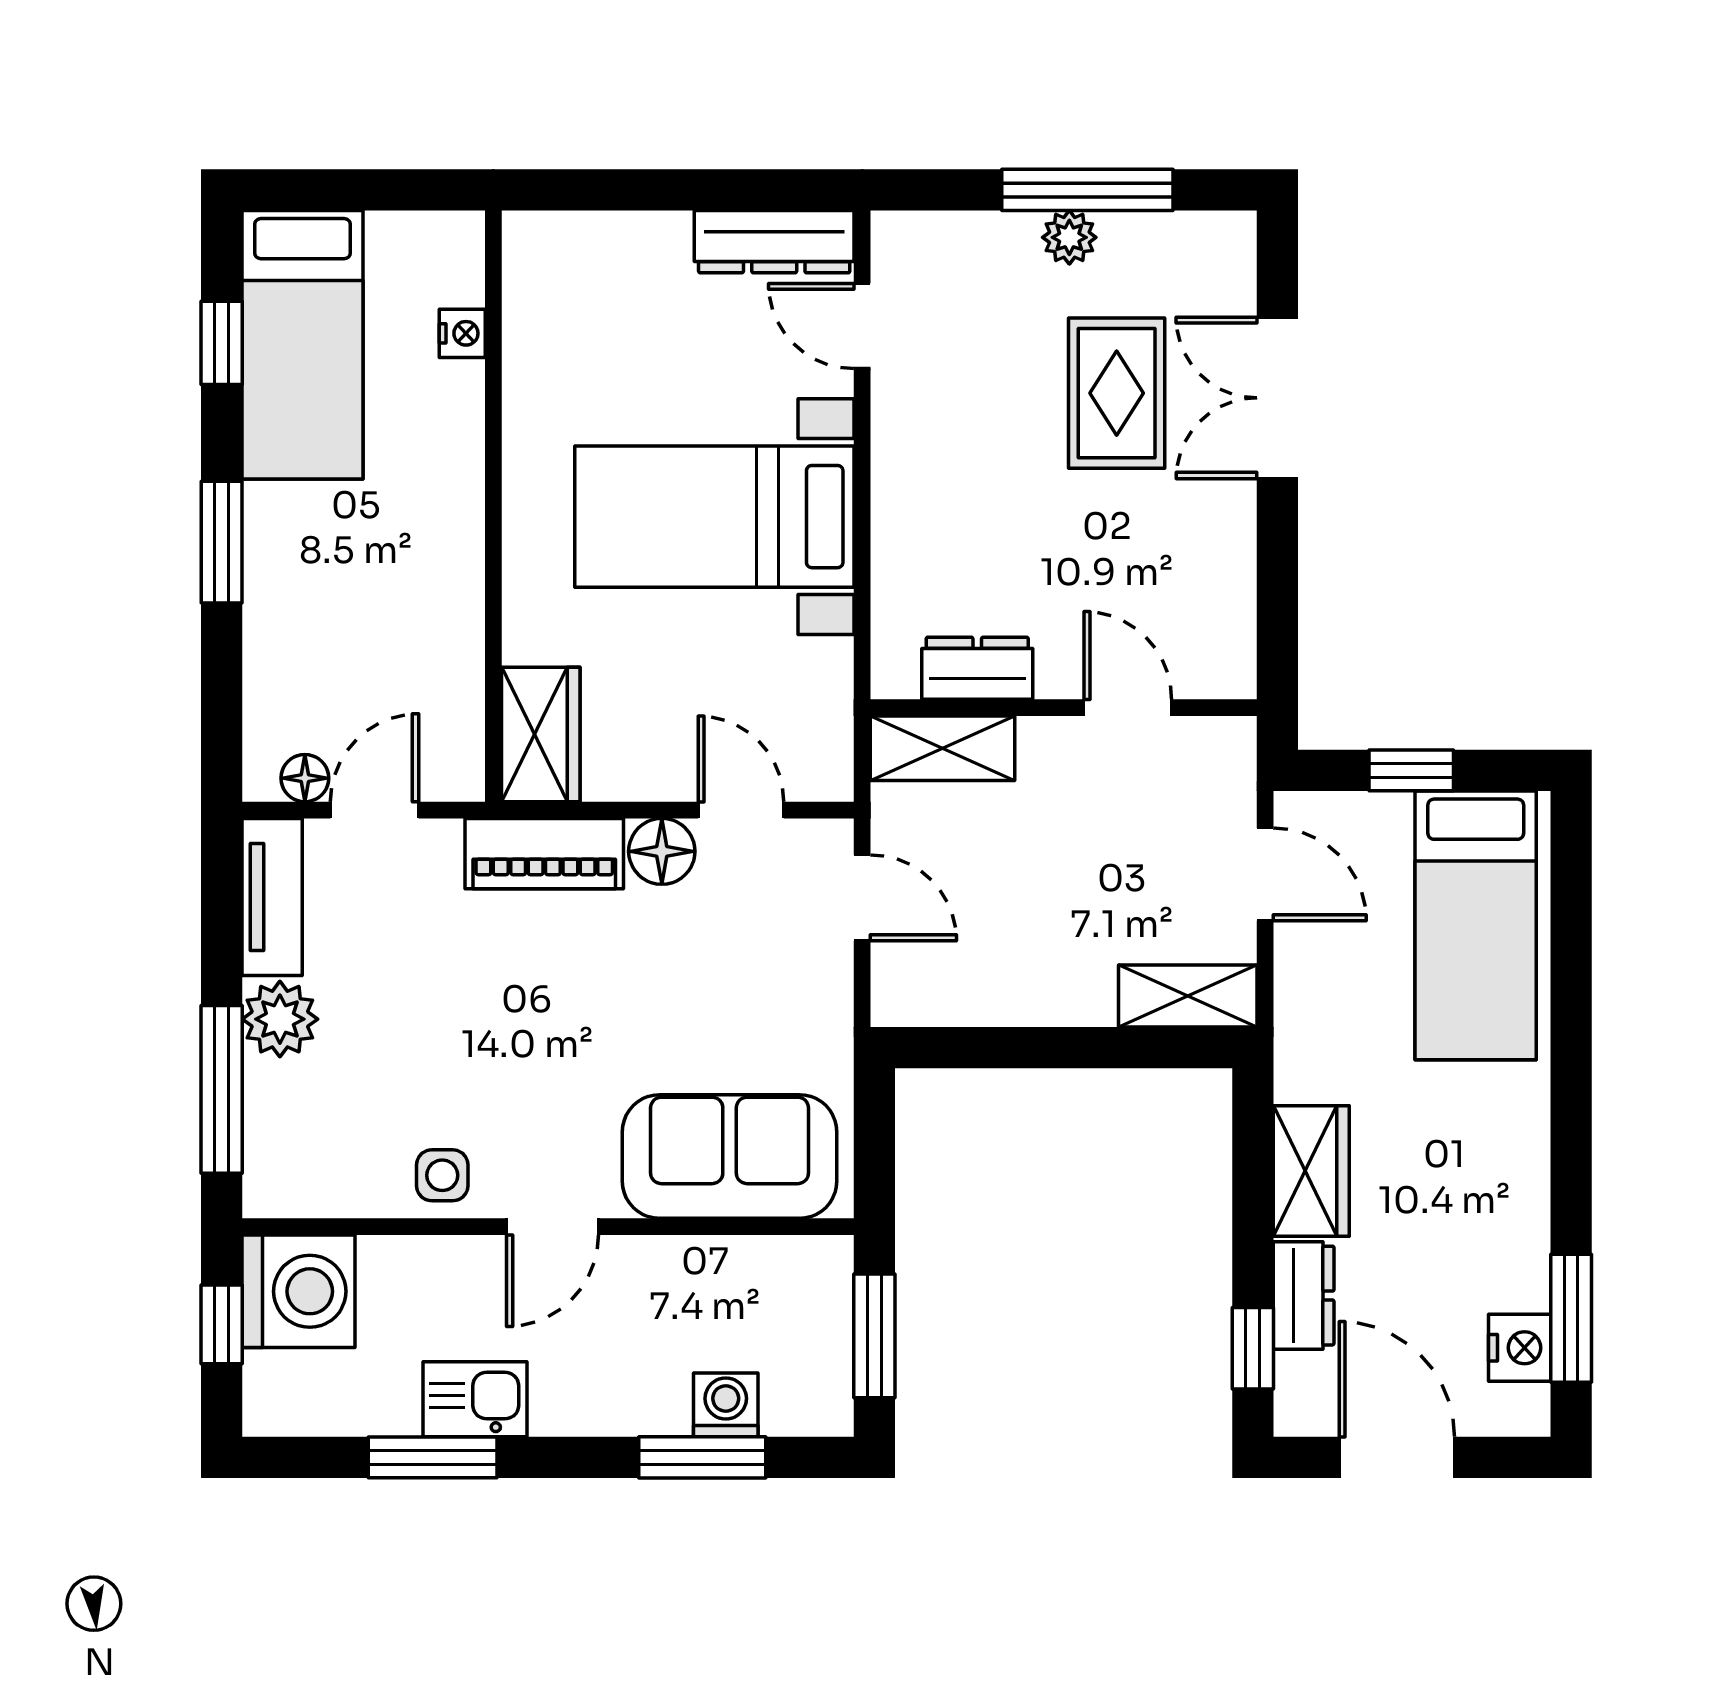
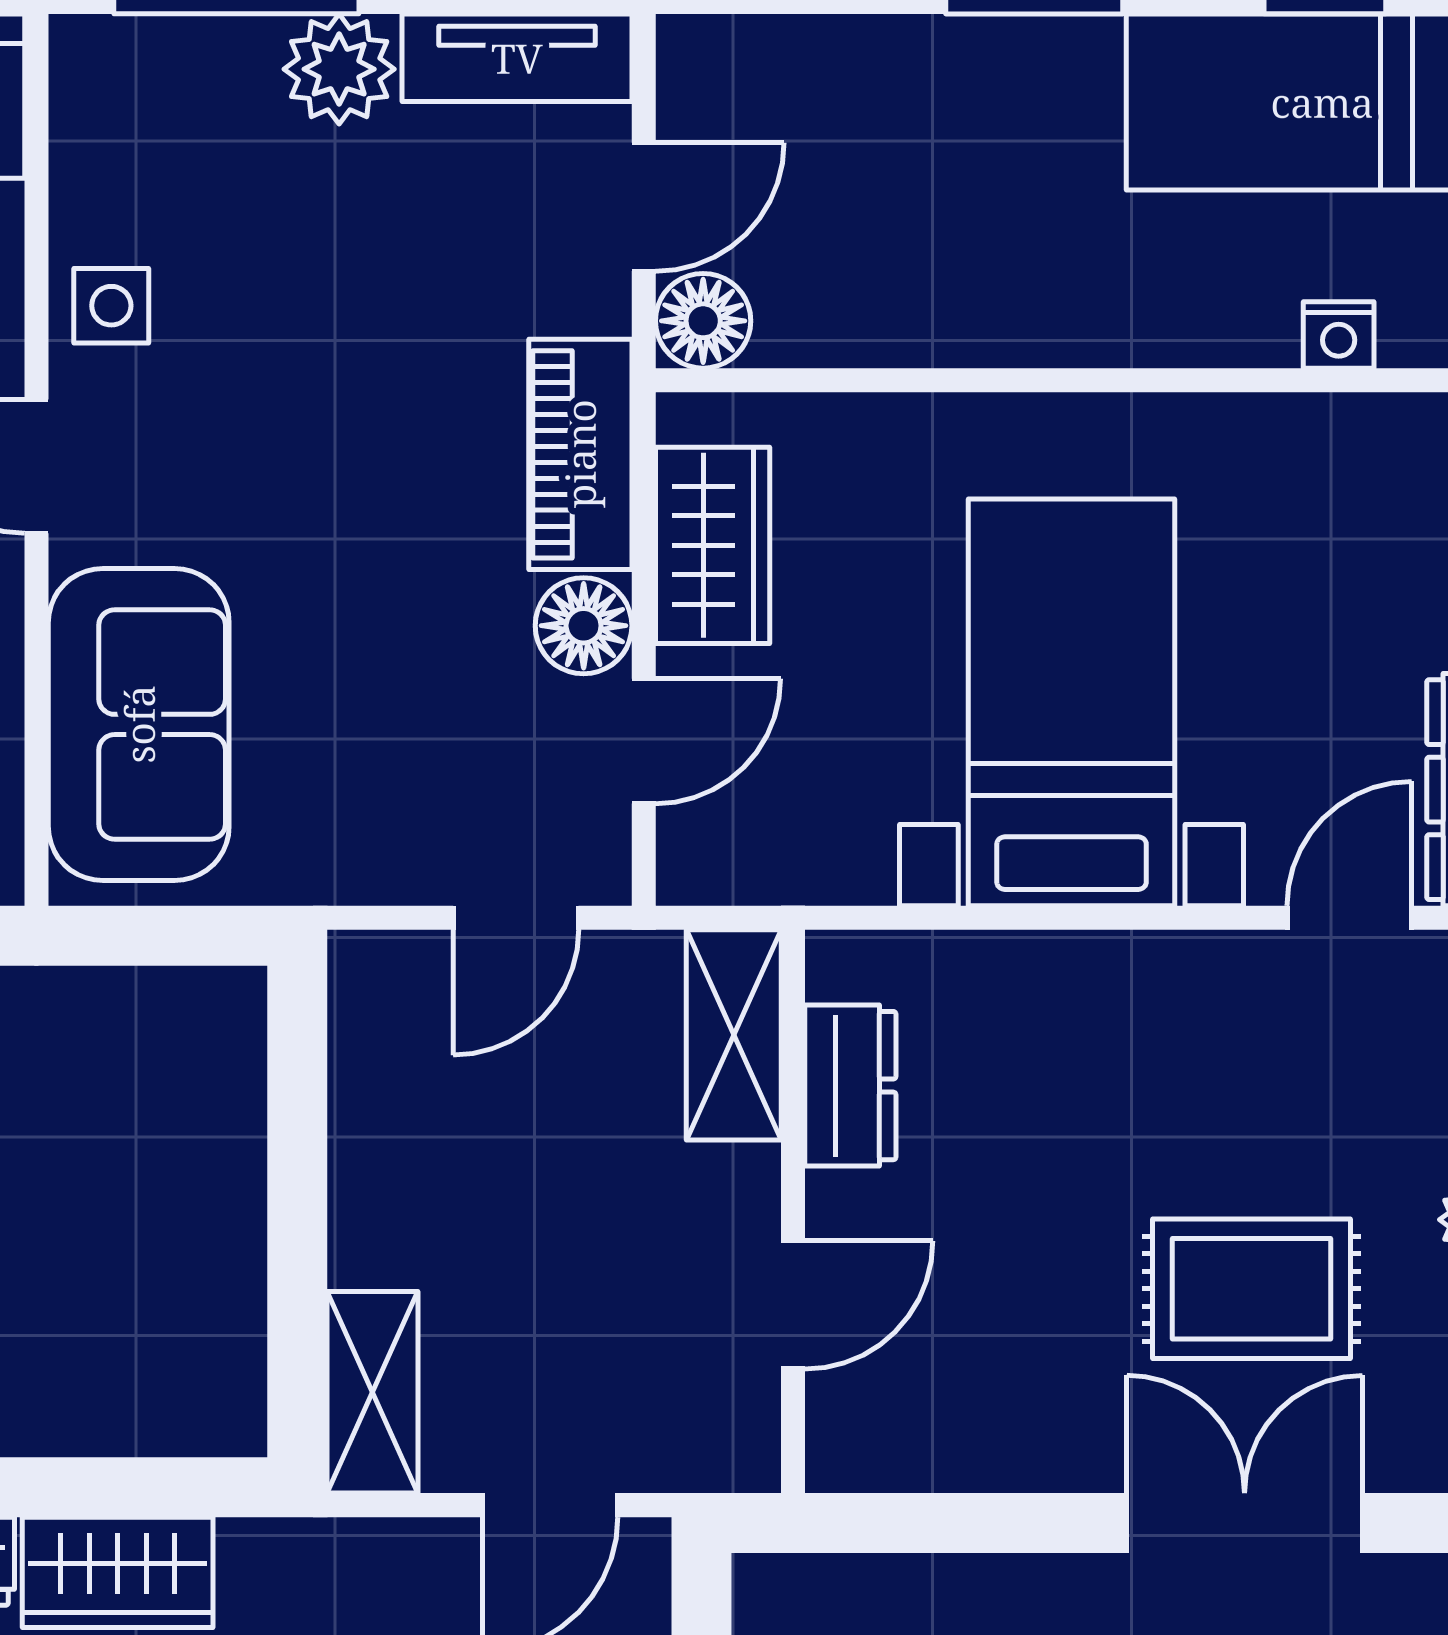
wardrobe: (541, 734) -> (713, 545), moved, turned -90
floor lamp: (305, 778) -> (703, 321), moved, width x1.37, depth x1.37
door: (375, 810) -> (644, 207), hinge flipped

